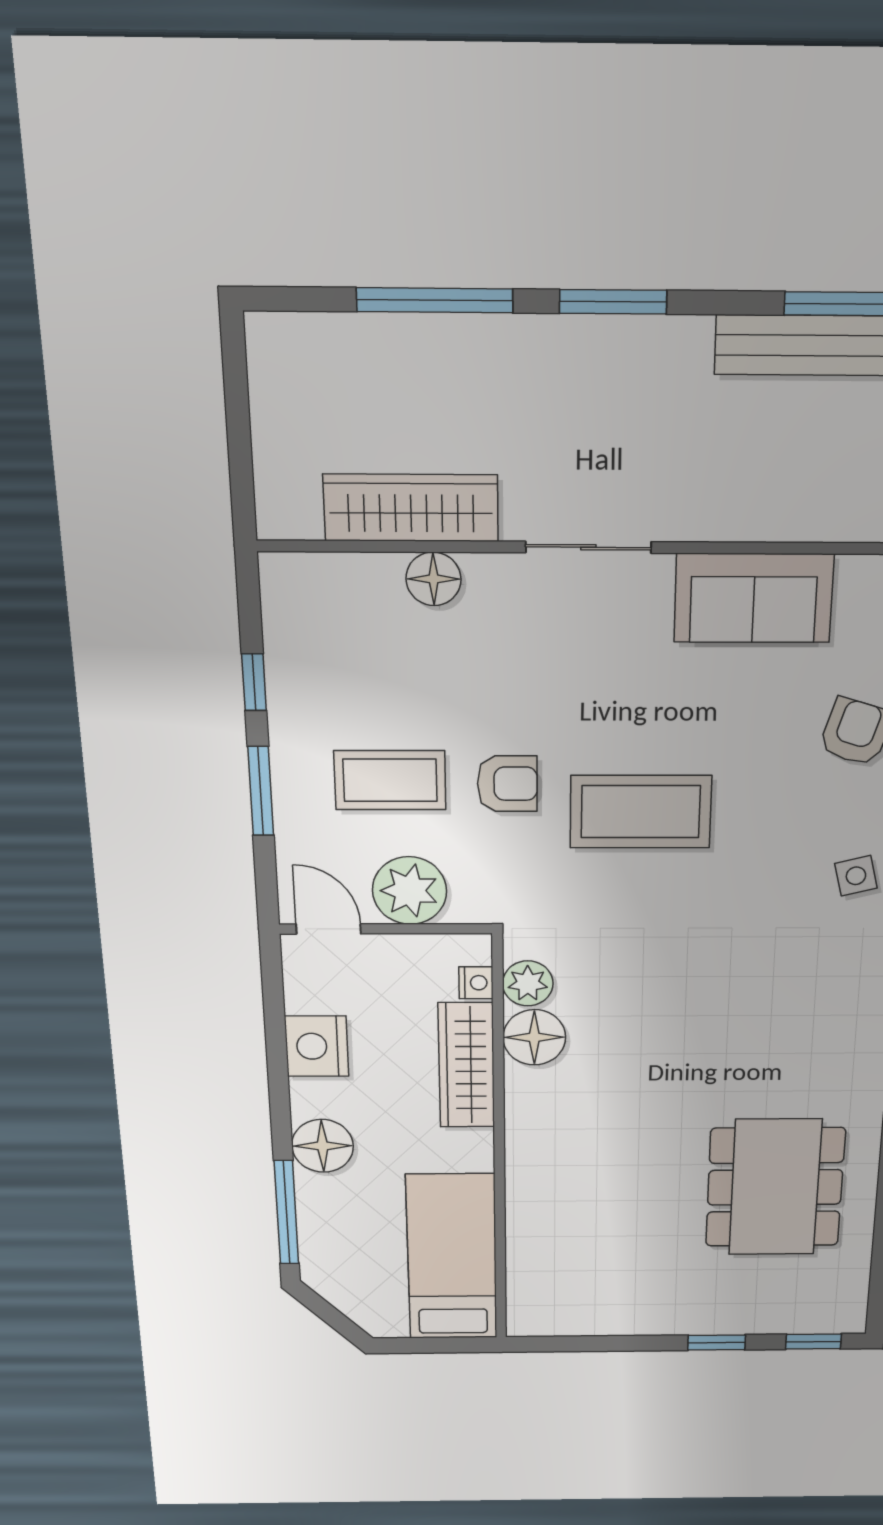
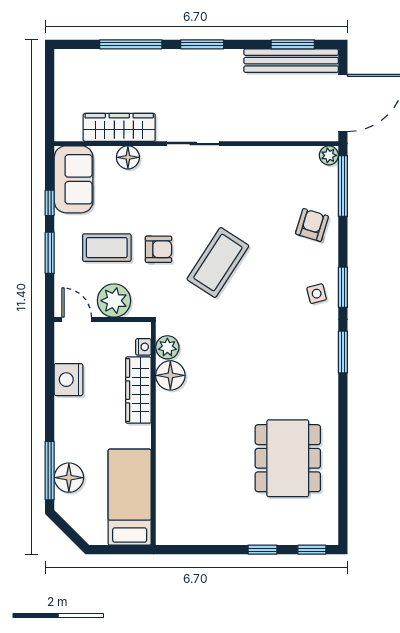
sofa: (754, 598) -> (74, 179), moved, turned -90
coffee table: (641, 812) -> (218, 263), turned -57
floor lamp: (323, 1146) -> (69, 478), moved

